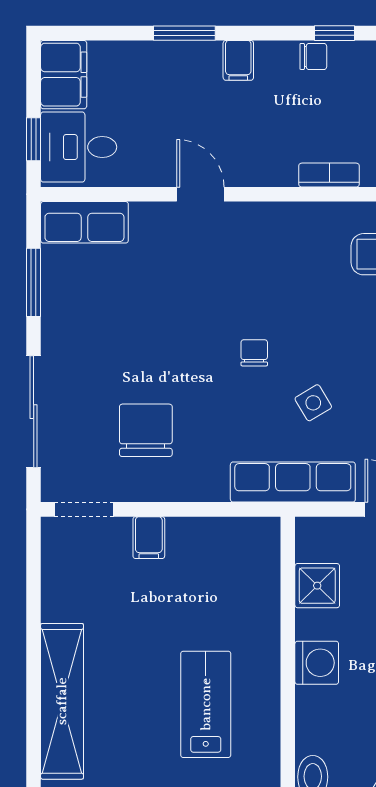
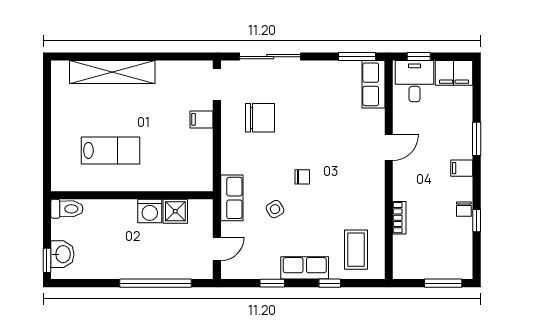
window: (34, 282) -> (357, 57), moved
row of seats: (293, 482) -> (232, 198), width x0.68
washing machine: (317, 663) -> (150, 211), moved

